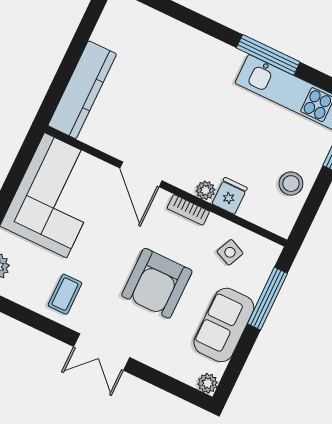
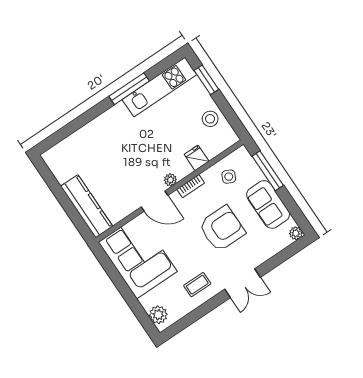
plant: (206, 190) -> (170, 180), moved
armchair: (157, 283) -> (222, 229), turned -90
coffee table: (65, 294) -> (197, 285), turned 90

